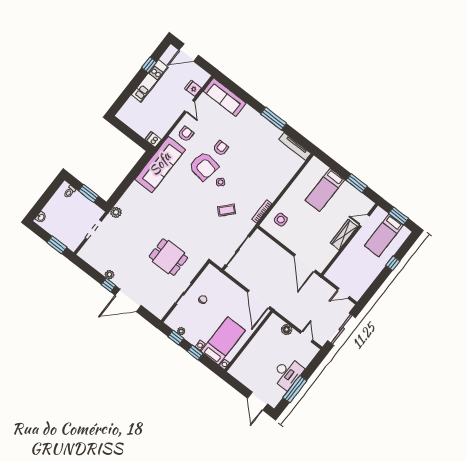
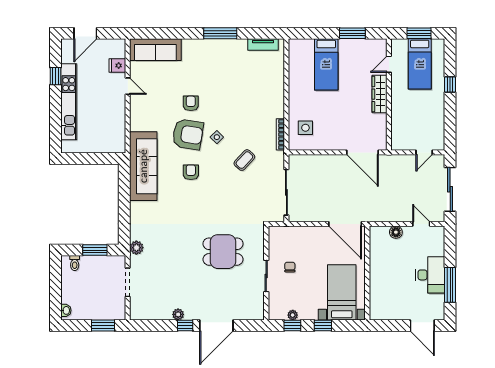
kitchen unit: (150, 81) -> (69, 102), width x1.36
armchair: (186, 134) -> (191, 172), moved
dishwasher: (153, 139) -> (117, 147), removed
tv unit: (295, 147) -> (263, 44), width x0.71

